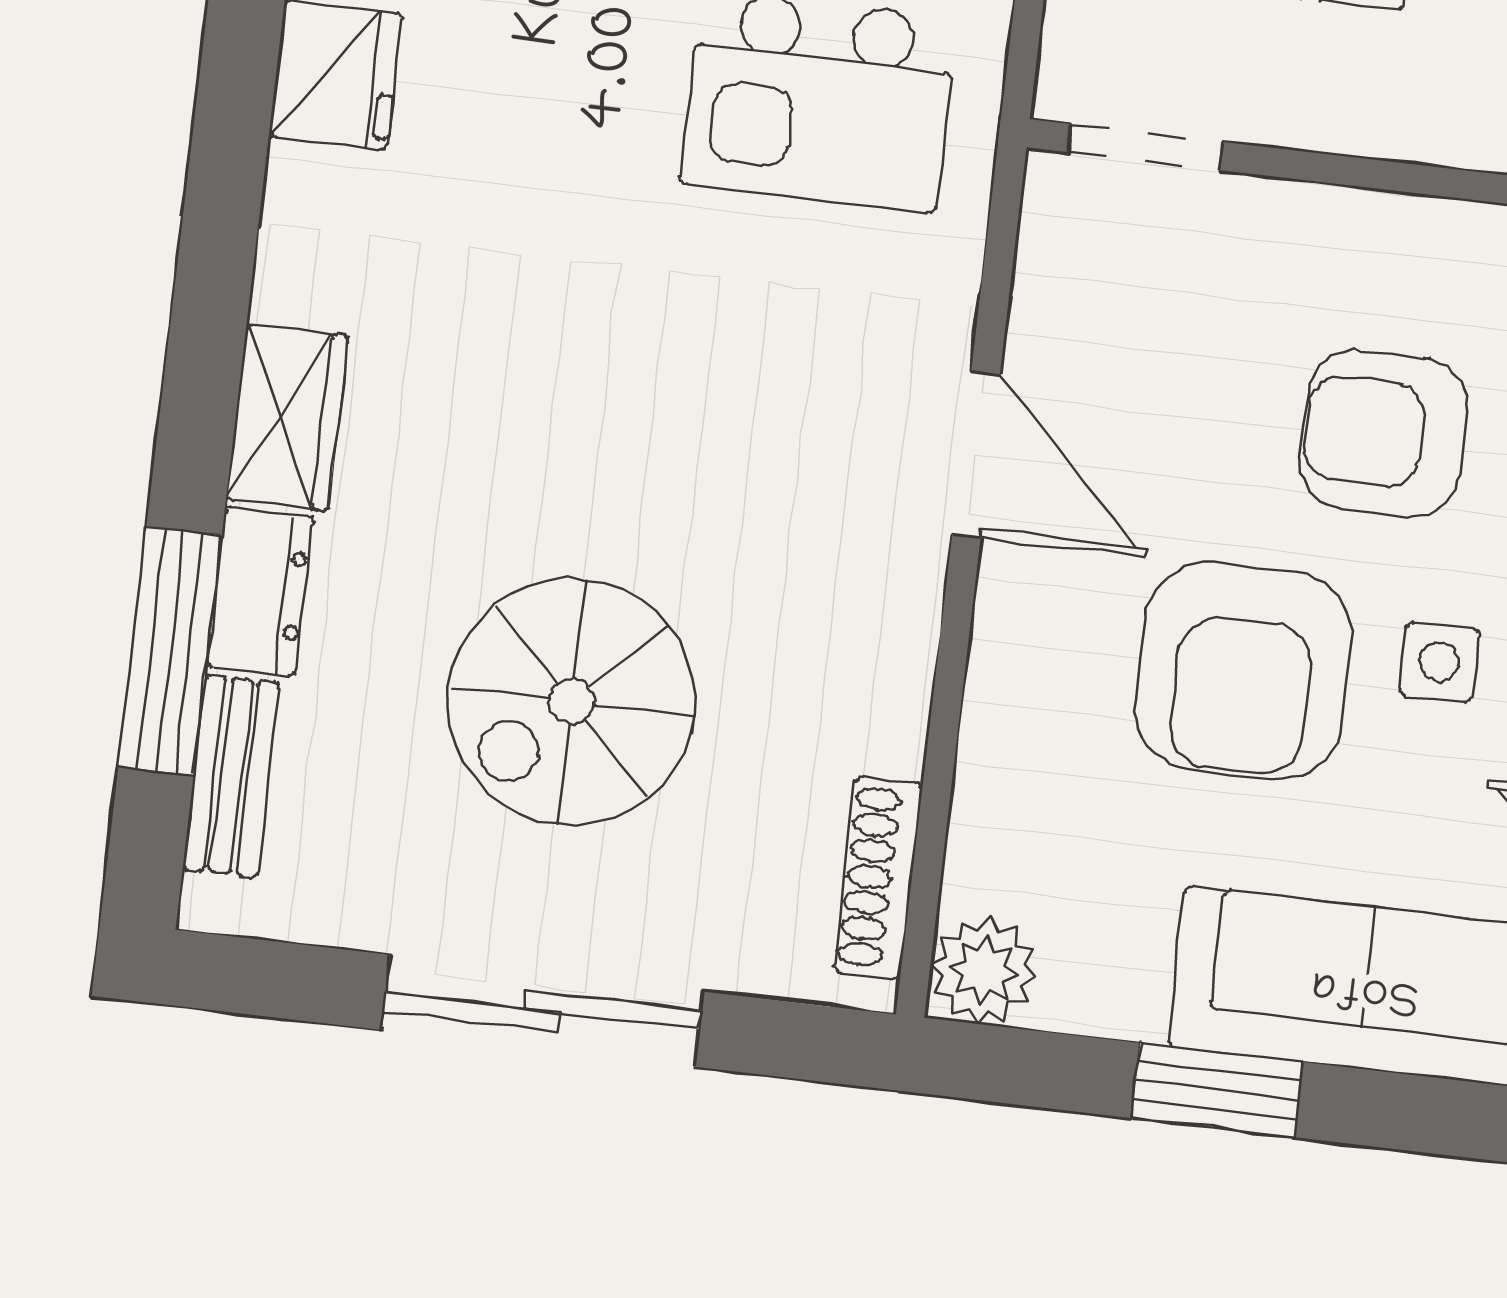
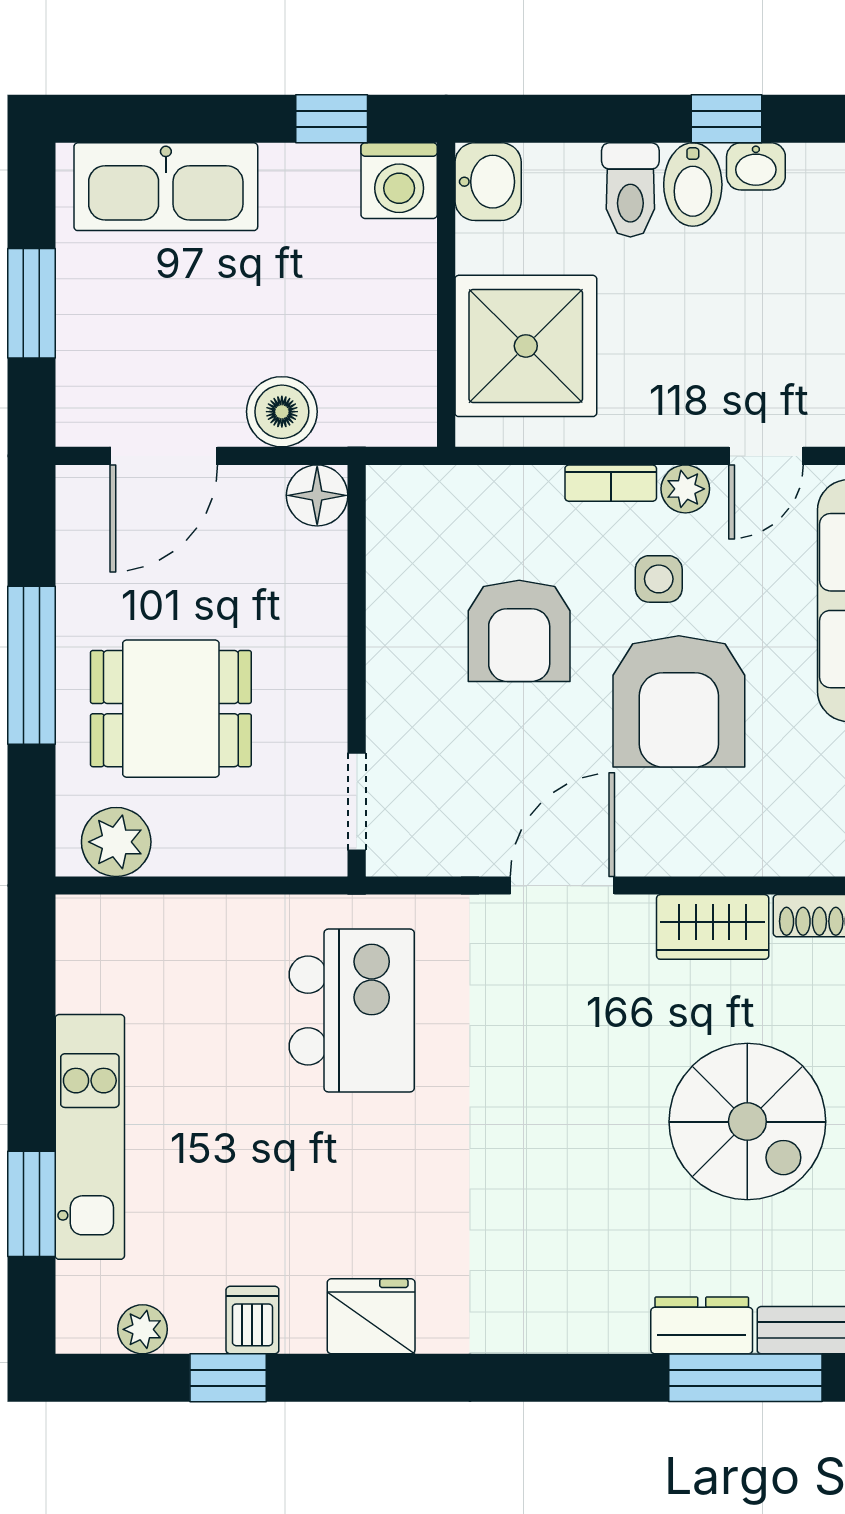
wardrobe: (287, 418) -> (713, 927), moved, turned 180
armchair: (1243, 671) -> (679, 701), turned 90

